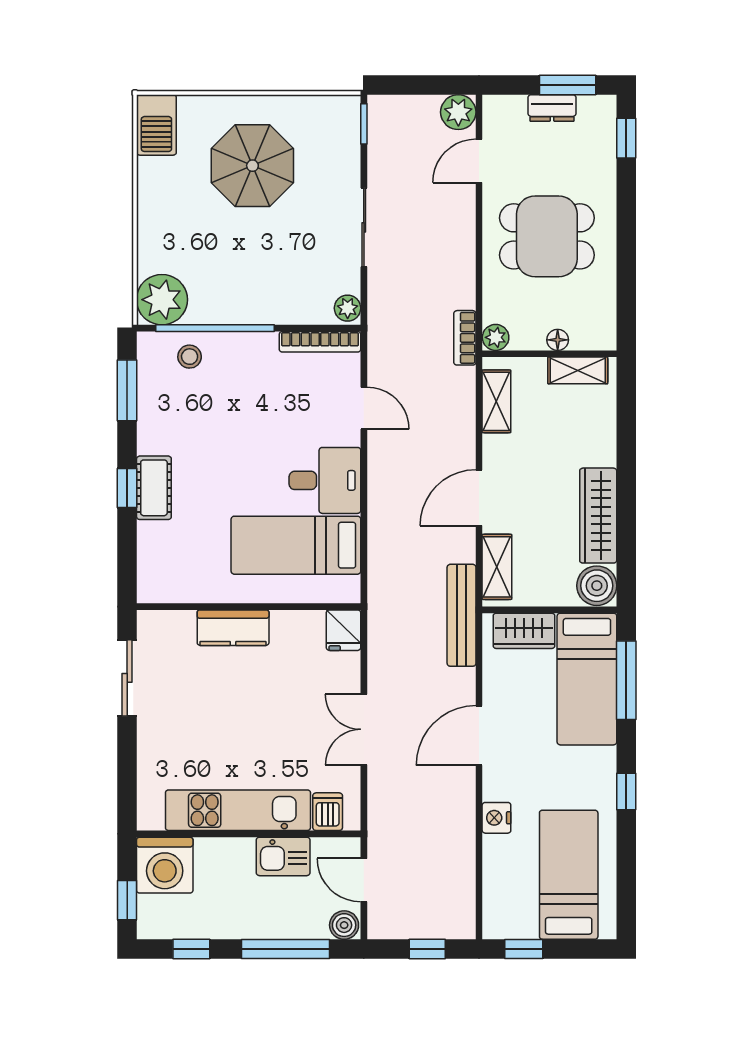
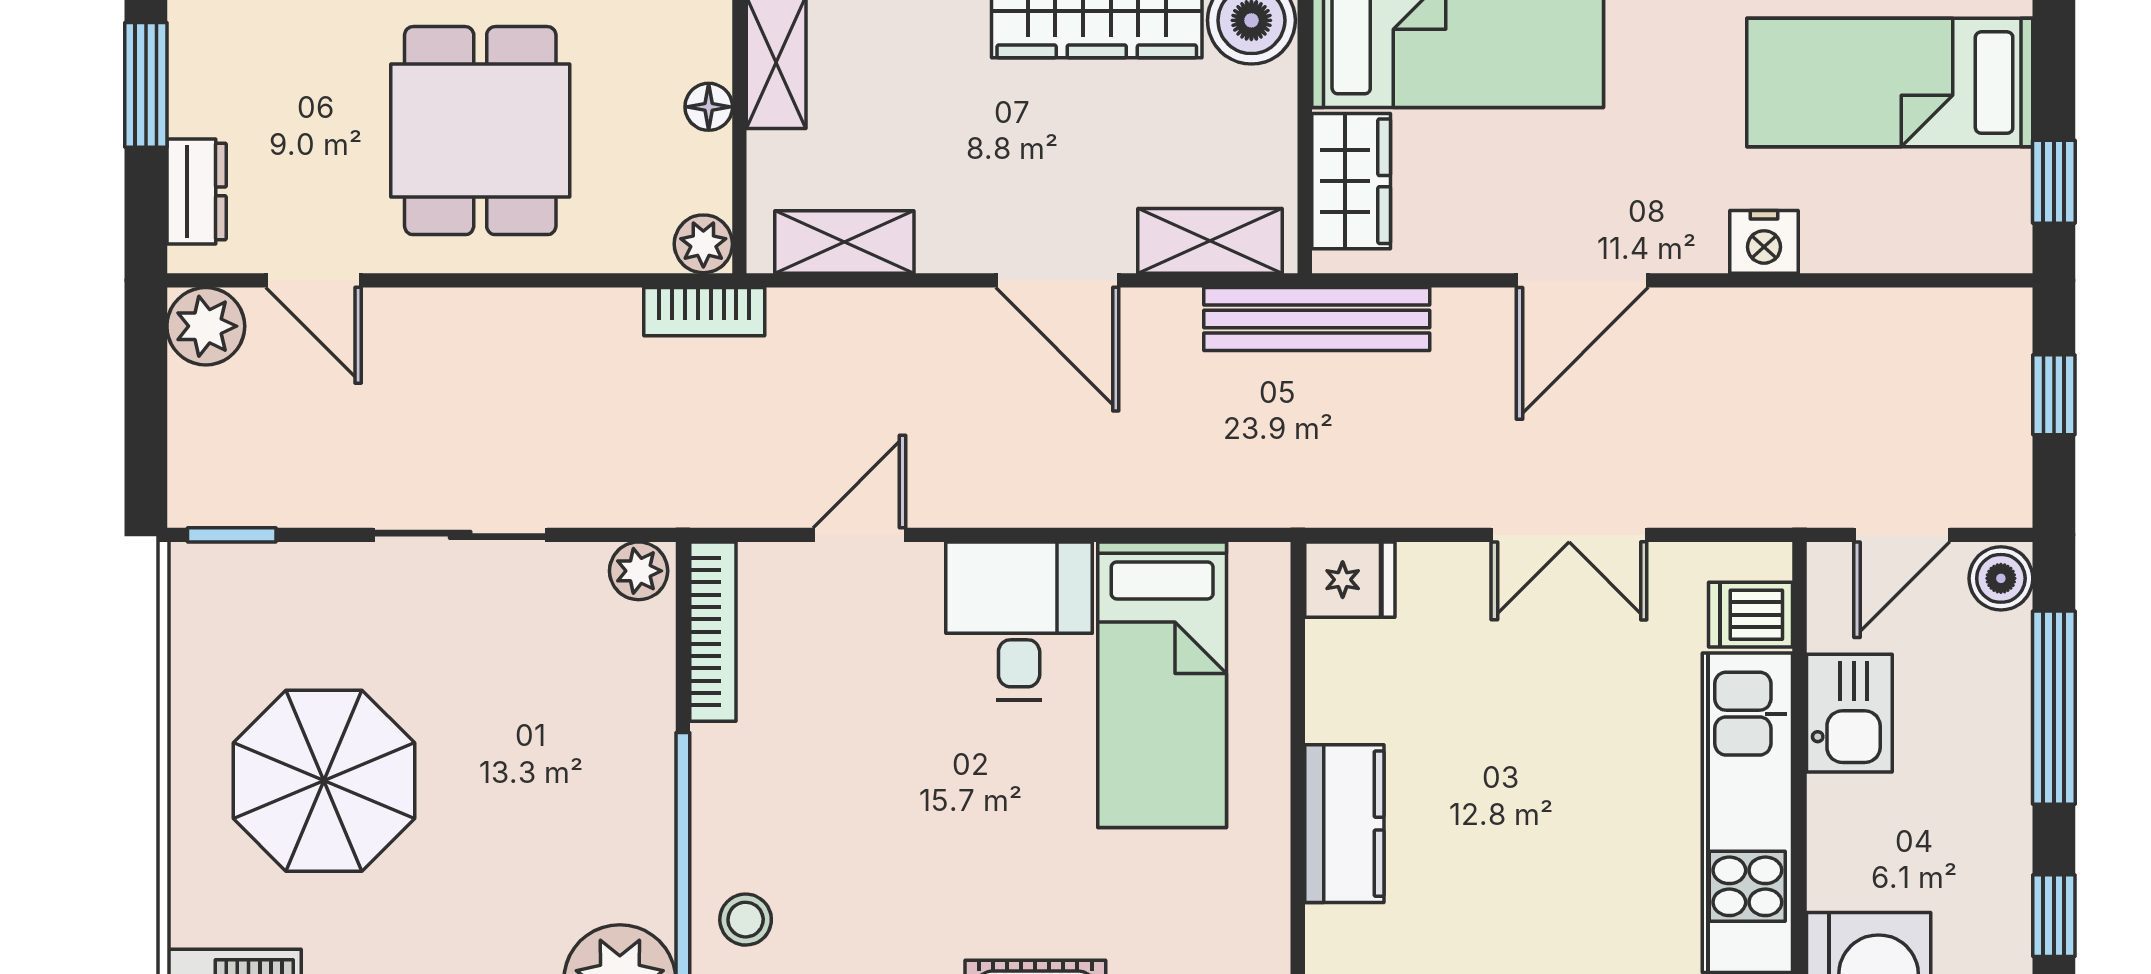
dresser: (552, 108) -> (197, 191), moved
door: (479, 735) -> (1582, 280), hinge flipped

